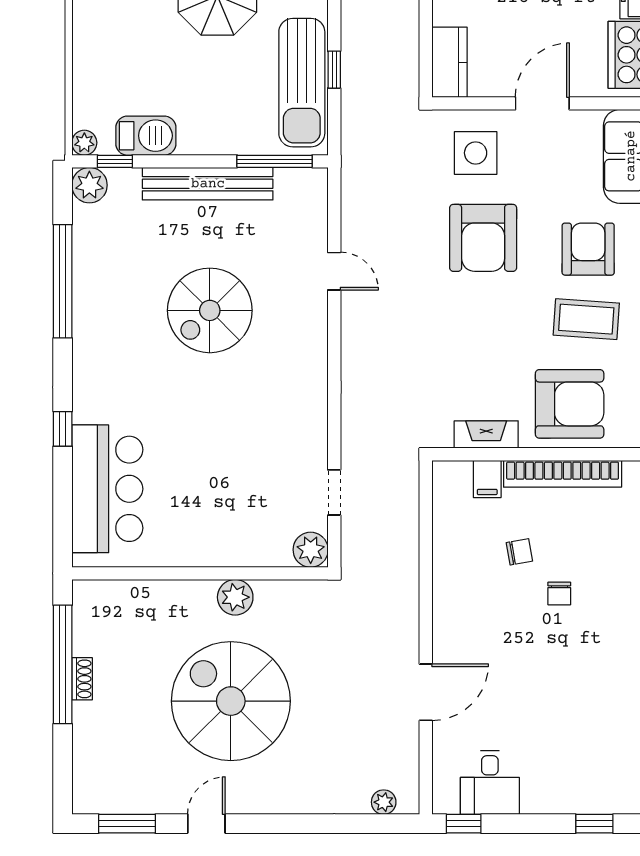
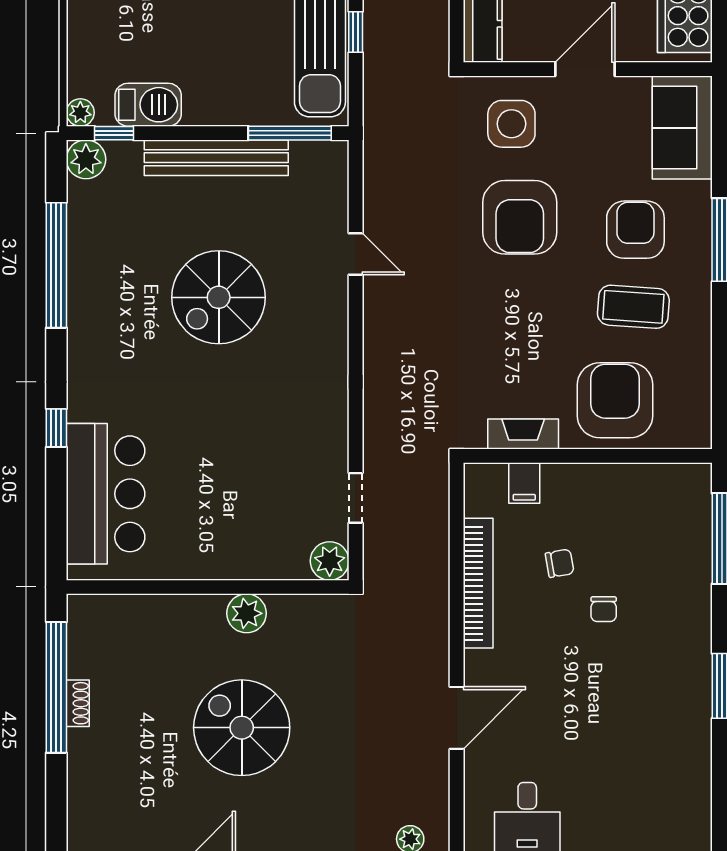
armchair: (570, 404) -> (615, 400), turned -90
bookcase: (563, 474) -> (478, 583), moved, turned -90
spiral stairs: (231, 701) -> (242, 728), width x0.73, depth x0.73

